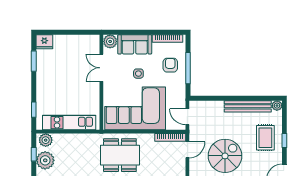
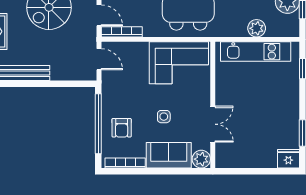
window: (188, 68) -> (98, 124), width x1.46
corner sofa: (135, 108) -> (179, 63), width x0.73, depth x0.74
plant: (46, 140) -> (257, 28), moved
door: (187, 150) -> (99, 15), swing flipped

